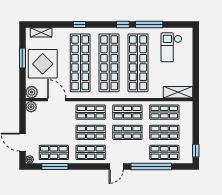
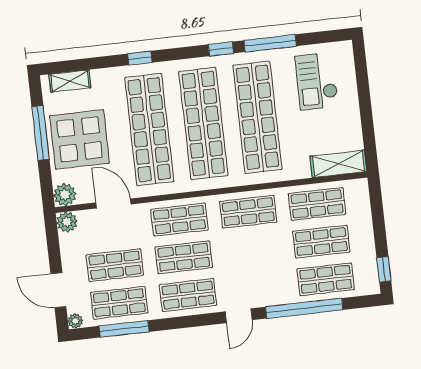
window: (22, 58) -> (40, 133), width x1.44
shop shelf: (127, 132) -> (115, 265), moved

